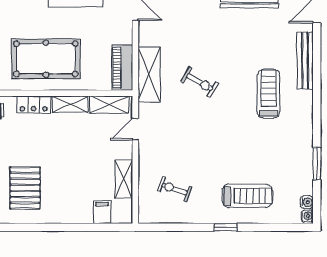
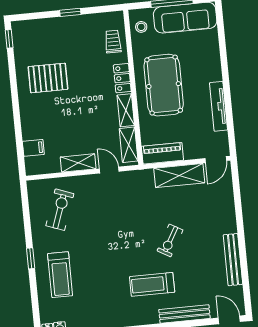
shelving: (149, 74) -> (179, 176), moved
exercise bike: (200, 82) -> (170, 240), moved
treadmill: (268, 94) -> (152, 284), turned 180
shelving: (124, 179) -> (78, 163), moved
exercise bike: (174, 189) -> (60, 210), width x1.38, depth x1.39

